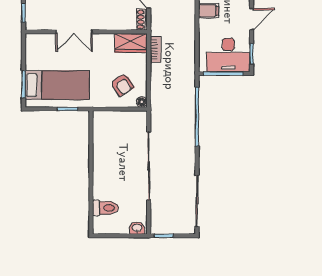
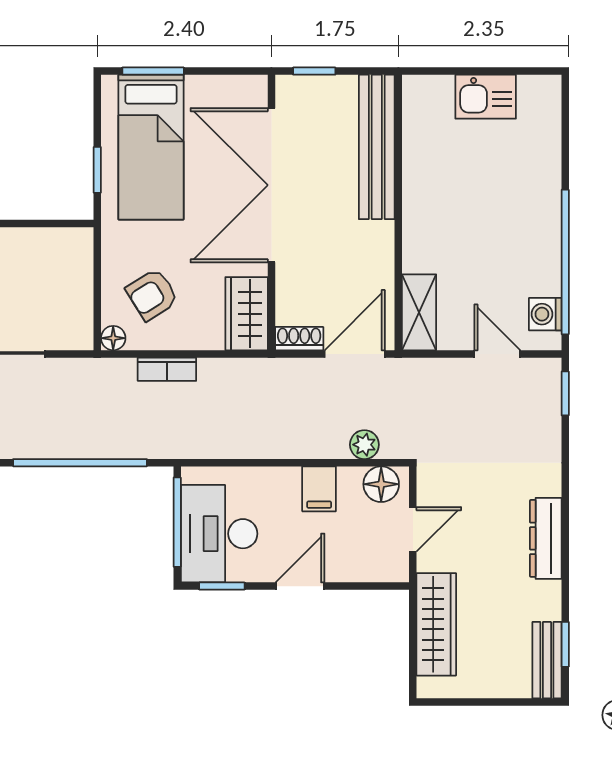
door: (252, 19) -> (300, 586), swing flipped
double door: (74, 32) -> (271, 185), width x1.87
bookcase: (156, 49) -> (167, 369), moved

